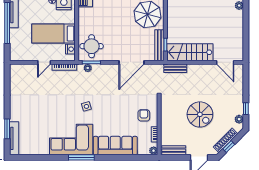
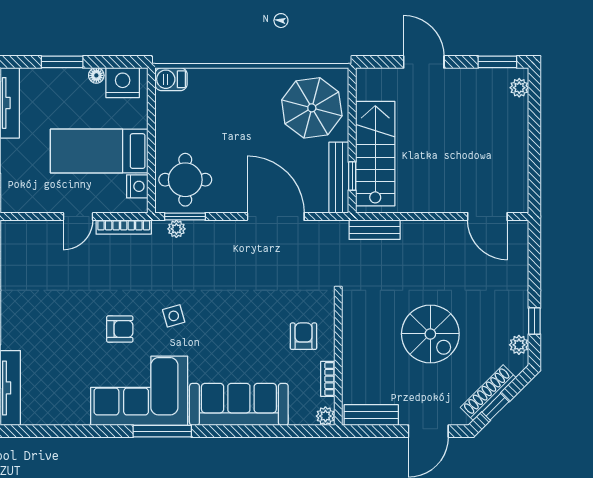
stairs: (190, 52) -> (375, 154), moved, turned 90
door: (132, 62) -> (276, 217), swing flipped
armchair: (63, 112) -> (120, 329), added

